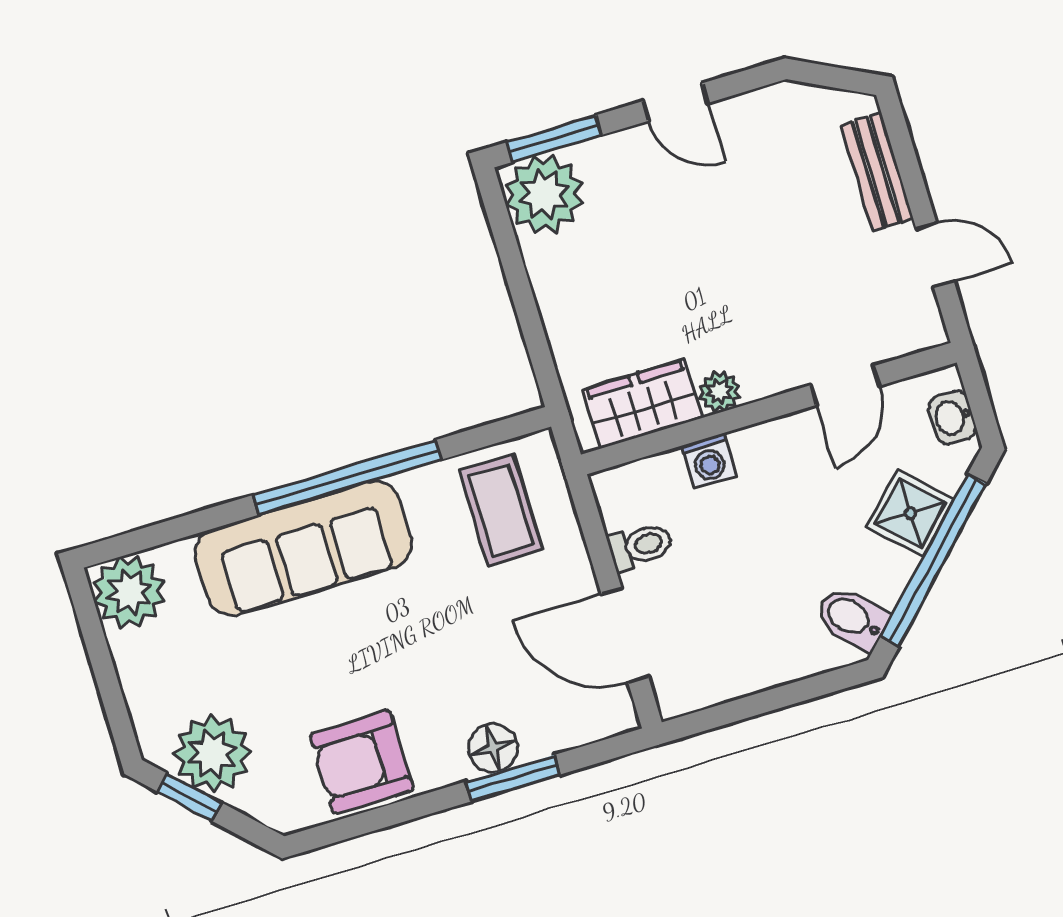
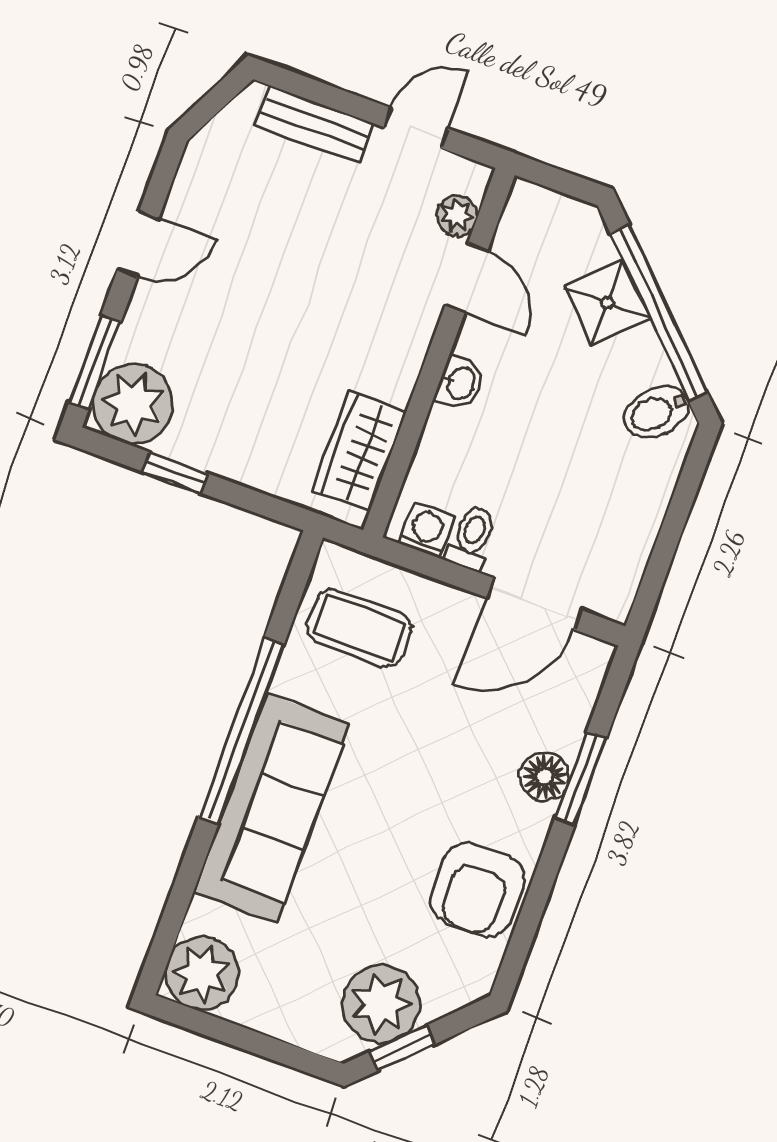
window: (514, 269) -> (175, 472), added
plant: (719, 392) -> (457, 216), moved
washbasin: (952, 417) -> (460, 383), moved, turned -90
washing machine: (709, 461) -> (427, 530), moved, turned -90

